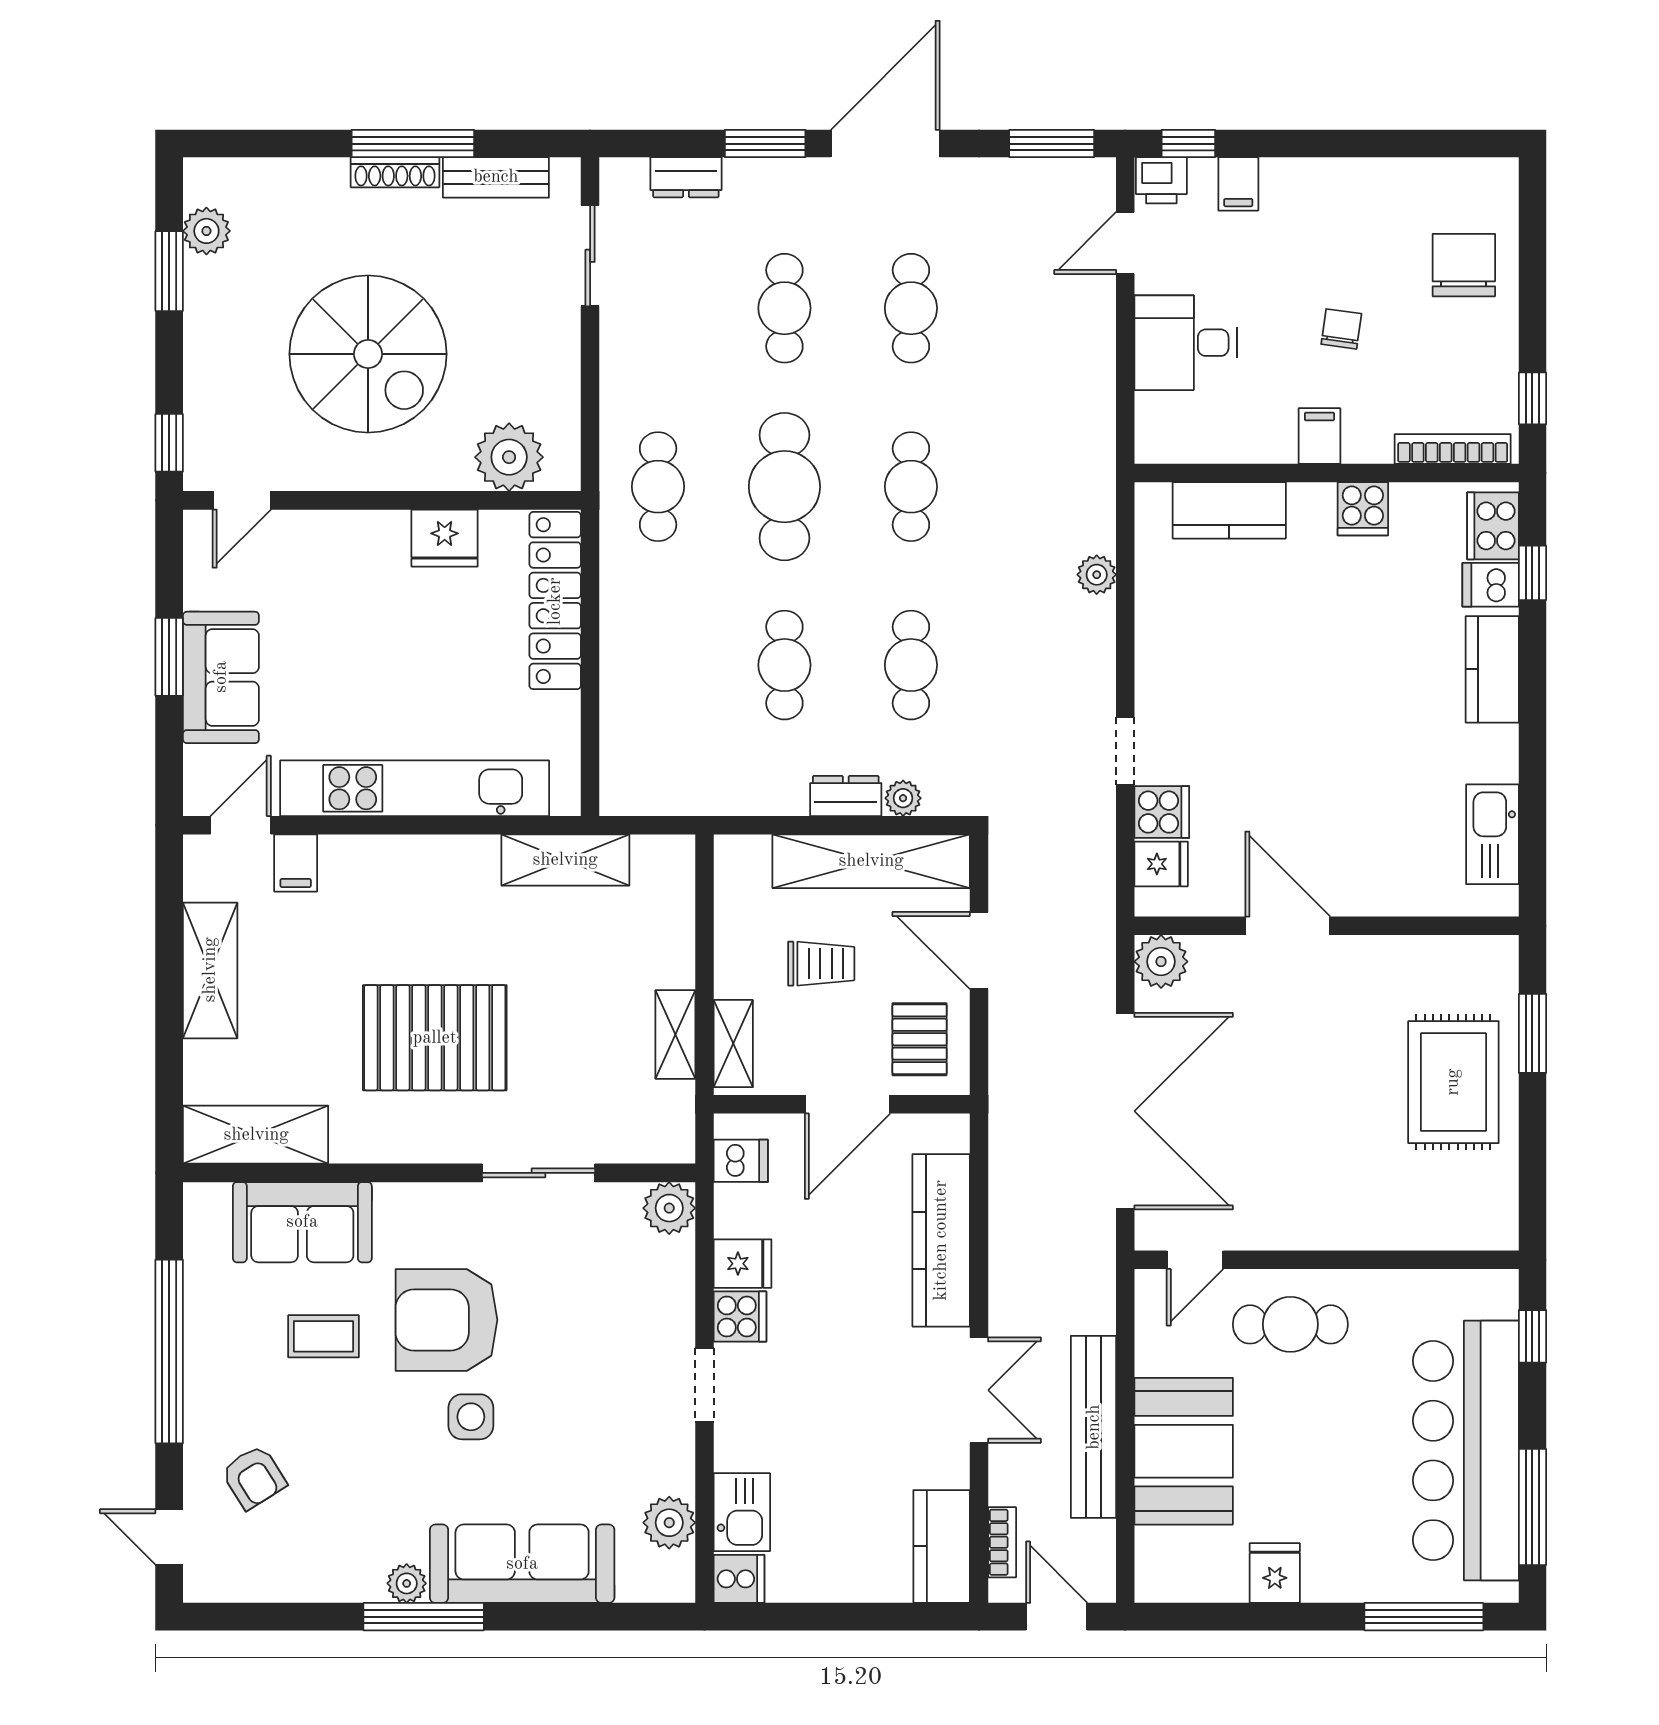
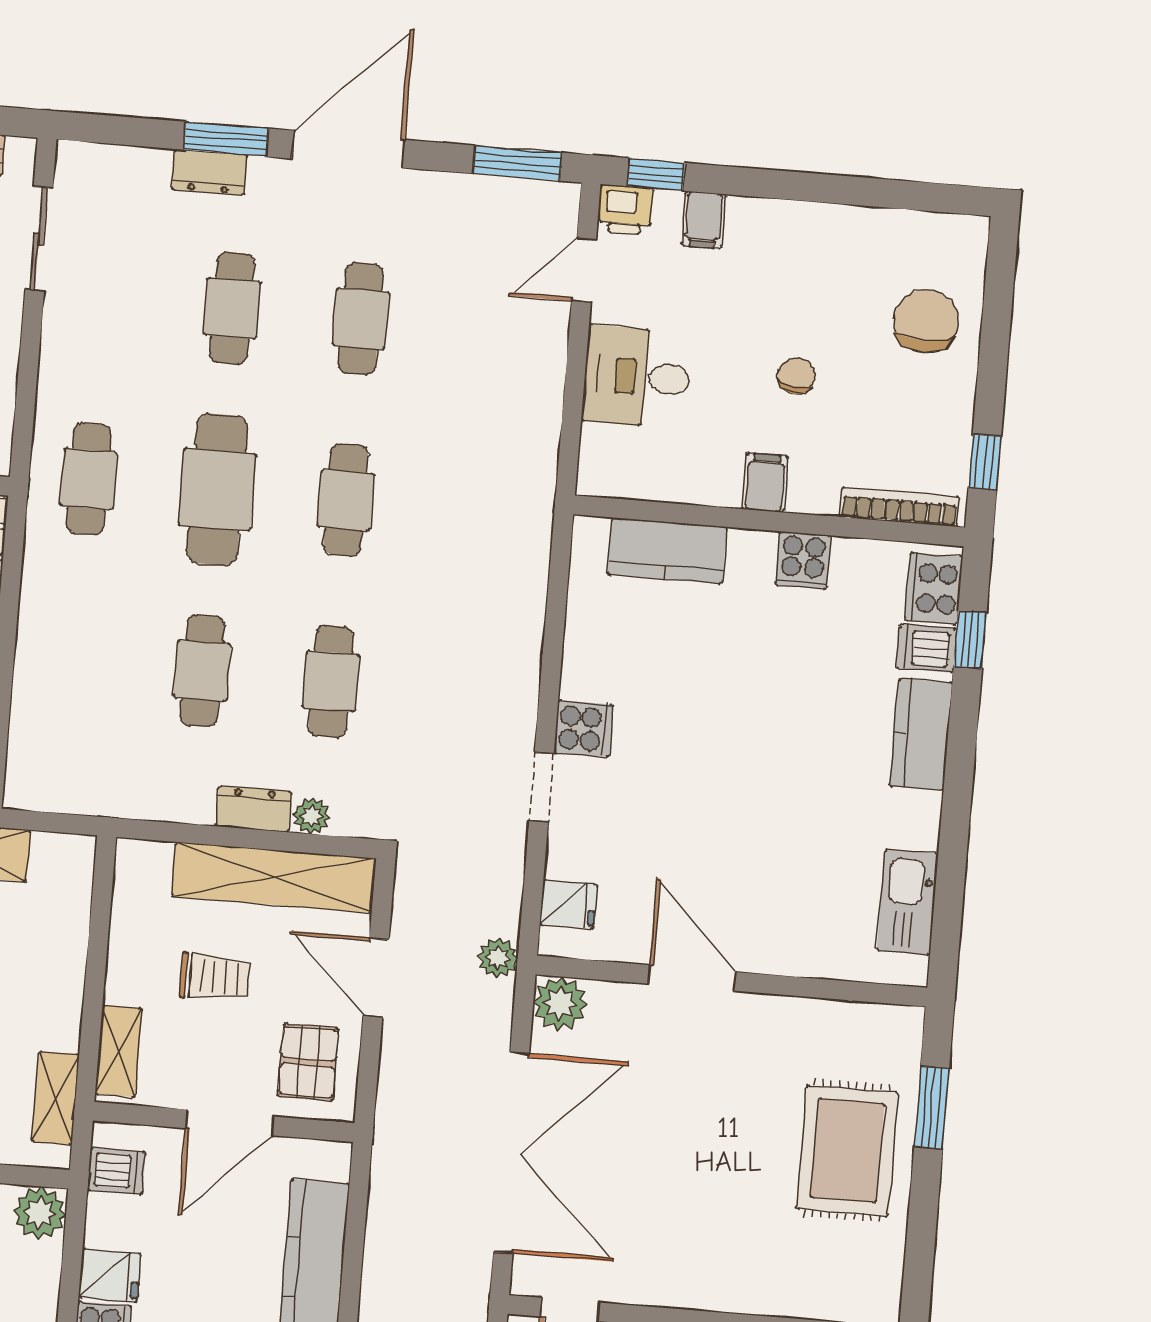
dresser: (686, 177) -> (209, 172), moved
plant: (1097, 575) -> (498, 958), moved
cooker: (1162, 812) -> (584, 729), moved
shelving: (675, 1034) -> (55, 1098), moved

